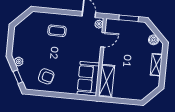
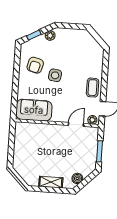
coffee table: (57, 31) -> (93, 88), moved
door: (103, 40) -> (76, 124), swing flipped
side table: (56, 58) -> (55, 75), added
shelving: (107, 81) -> (32, 130), removed

